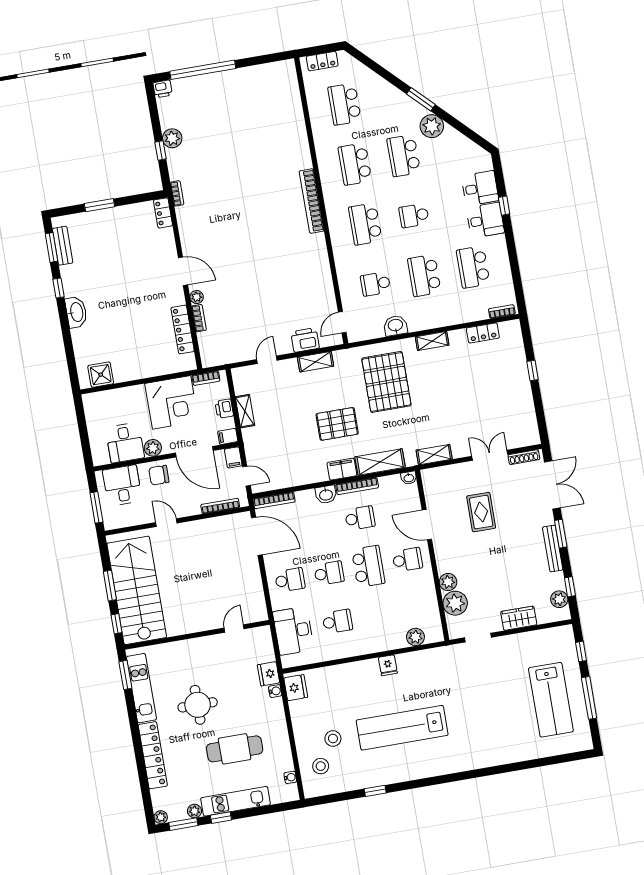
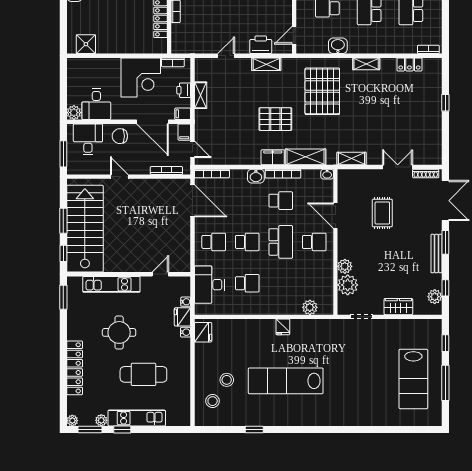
plant: (153, 448) -> (74, 113), moved
kitchen unit: (141, 688) -> (111, 284), moved, turned 90
water cooler: (290, 777) -> (186, 302), moved

